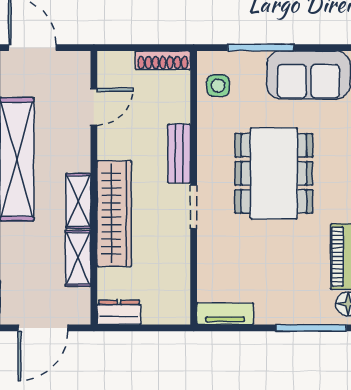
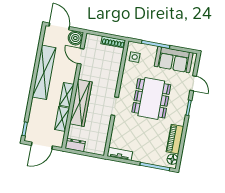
boiler: (74, 67) -> (75, 38), added
door: (94, 107) -> (81, 56), swing flipped
bench: (179, 154) -> (113, 83), removed

